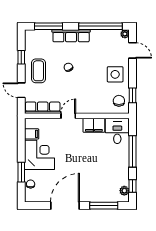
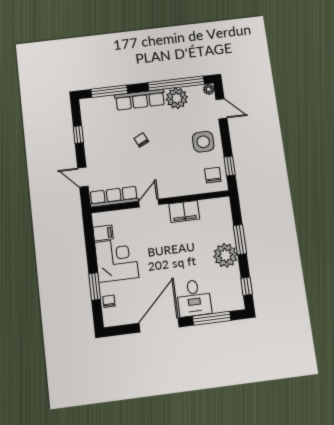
plant: (99, 38) -> (177, 98), added
coffee table: (38, 71) -> (103, 149), removed
desk: (117, 131) -> (194, 298), moved, turned 180
window: (133, 151) -> (240, 240), width x0.69
plant: (124, 191) -> (225, 255), moved, width x1.87, depth x1.87

